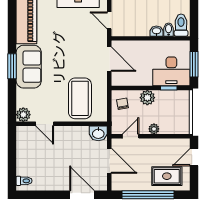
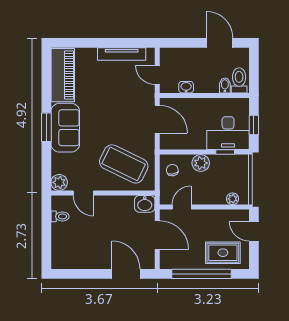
washbasin: (156, 31) -> (186, 87), moved
window: (194, 64) -> (254, 125), width x0.67
coffee table: (80, 98) -> (124, 164), turned -64
plant: (154, 129) -> (233, 199), moved
door: (194, 157) -> (254, 231), hinge flipped
toilet: (24, 181) -> (60, 216), moved

